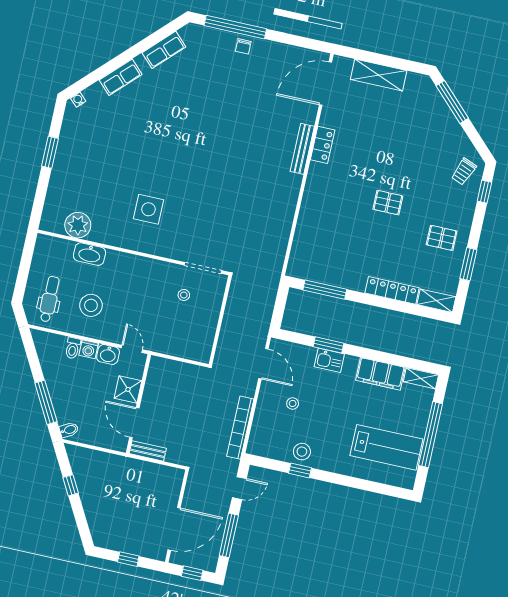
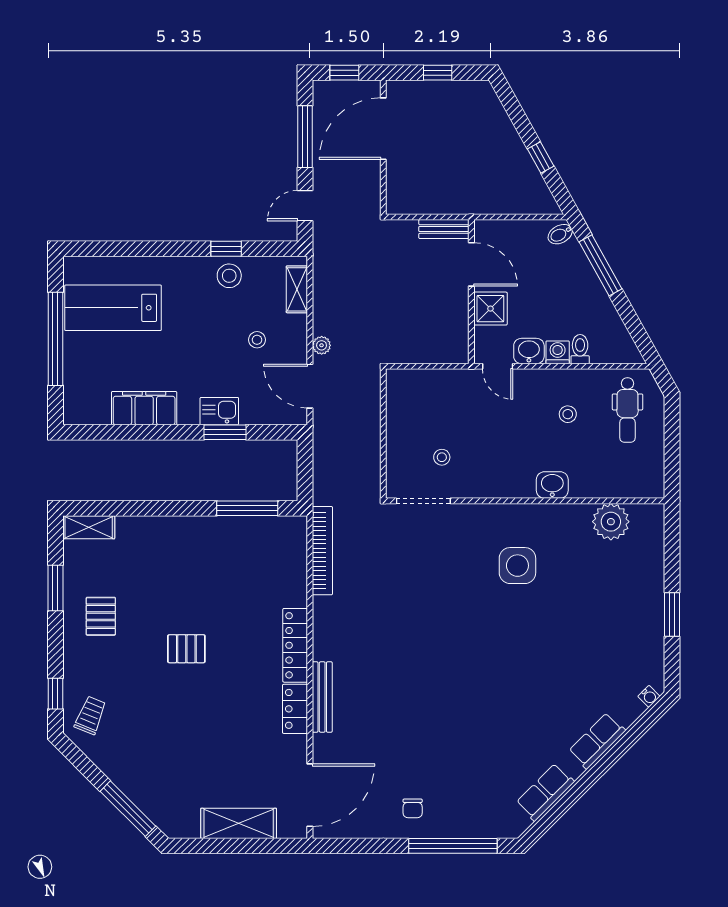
chair: (243, 46) -> (413, 808), moved, turned 180
pallet: (442, 238) -> (101, 616), turned 90
washbasin: (90, 254) -> (552, 485), moved, width x0.72
locker: (392, 290) -> (295, 645), moved, turned 90
stool: (91, 305) -> (568, 414), width x0.53, depth x0.53
shelving: (421, 378) -> (297, 289), moved, turned 90
plant: (249, 390) -> (322, 345), added
bookcase: (240, 428) -> (322, 551), moved

